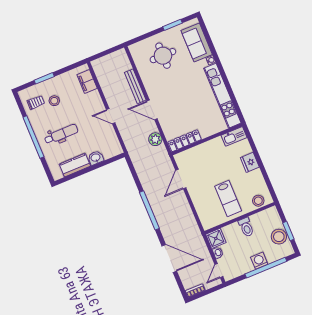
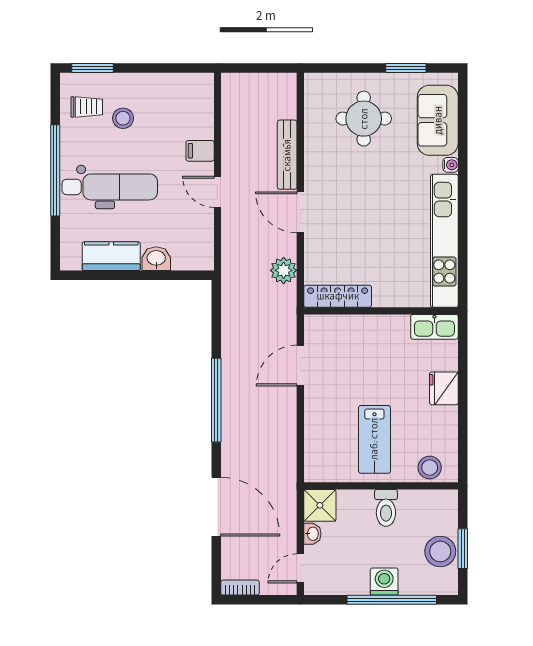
window: (44, 78) -> (92, 68), moved
filing cabinet: (87, 82) -> (200, 151), moved, width x0.50
dental chair: (61, 134) -> (110, 187), width x1.36, depth x1.38

